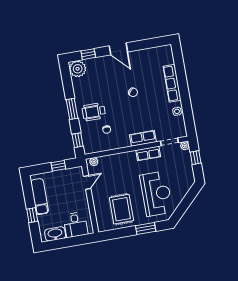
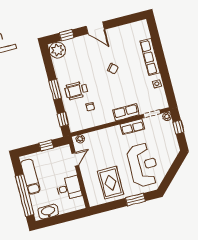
window: (32, 215) -> (25, 195), width x3.17
desk: (76, 225) -> (69, 188), moved, turned -90

